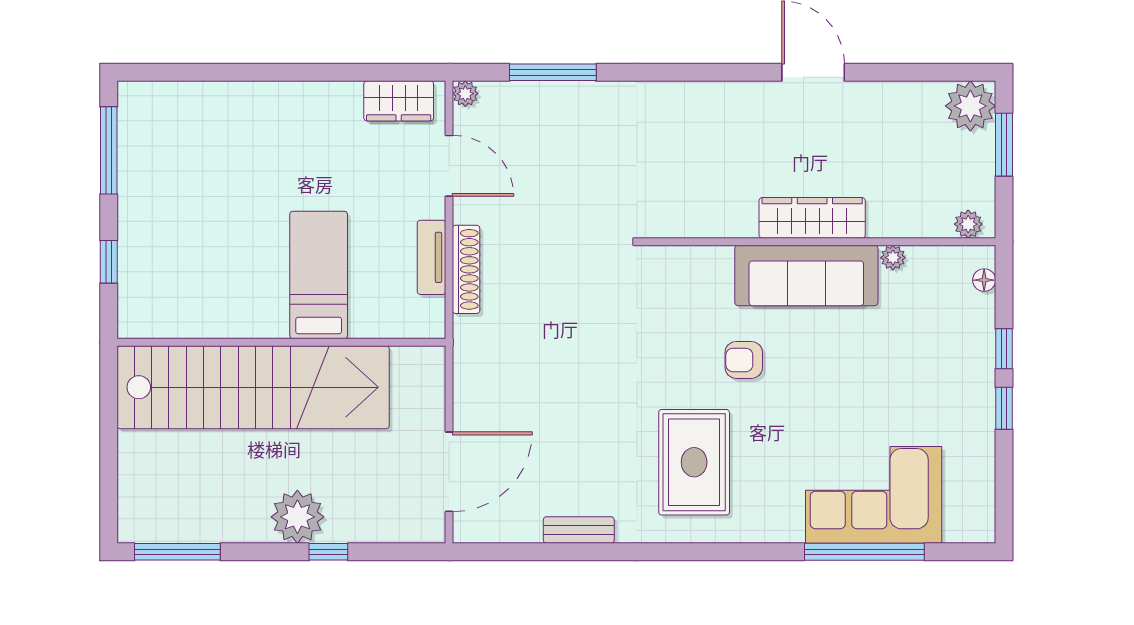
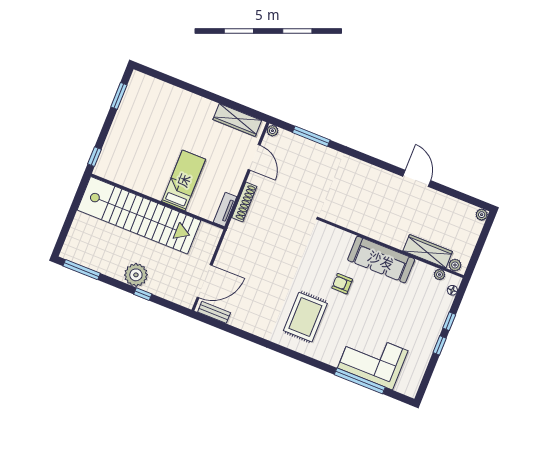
wardrobe: (399, 101) -> (237, 120), width x1.50
plant: (970, 106) -> (482, 215), width x0.53, depth x0.53
window: (1004, 145) -> (482, 239), removed
window: (109, 150) -> (119, 96), width x0.69
wardrobe: (812, 218) -> (428, 251), moved
tv unit: (431, 257) -> (225, 209), moved
plant: (893, 258) -> (439, 275), moved
window: (109, 262) -> (95, 157), moved
bench: (579, 530) -> (214, 312), moved

